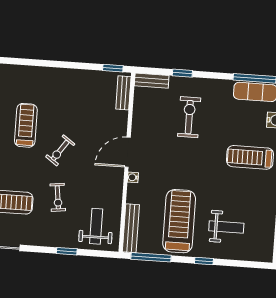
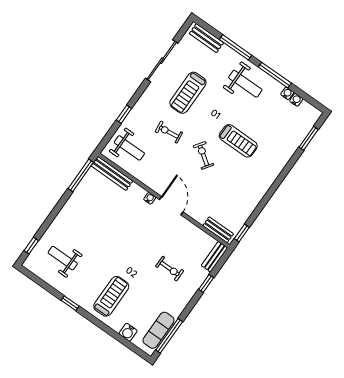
exercise bike: (189, 117) -> (170, 269), width x0.73, depth x0.72
treadmill: (179, 221) -> (95, 213), removed
weight bench: (226, 227) -> (63, 258), moved, turned 90
window: (204, 261) -> (31, 246), moved

